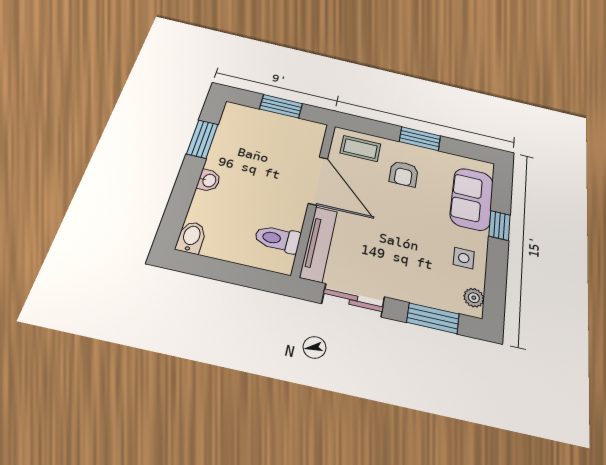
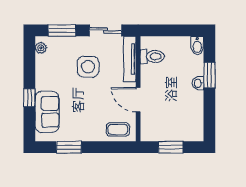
window: (202, 139) -> (209, 75), moved
window: (420, 139) -> (69, 147), moved
armchair: (404, 174) -> (89, 118), removed
door: (318, 181) -> (138, 100), width x0.73
side table: (464, 258) -> (88, 67), moved, width x1.87, depth x1.87

